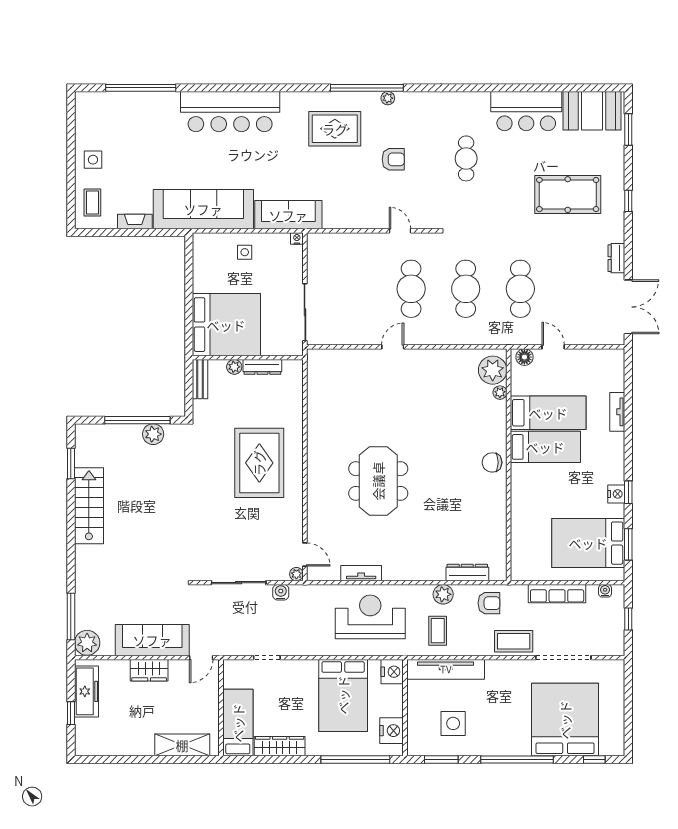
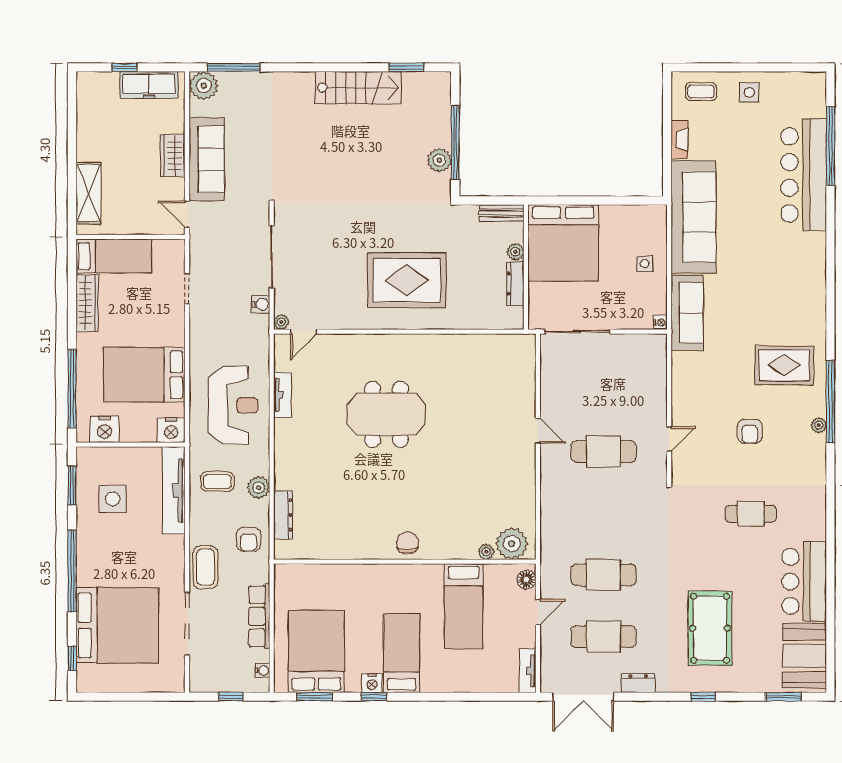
bar counter: (230, 112) -> (804, 175), moved
rug: (335, 129) -> (784, 365), turned 90
cafe table: (466, 289) -> (604, 636), moved
tv unit: (617, 412) -> (528, 671), moved, turned -90
bed: (545, 447) -> (402, 653), moved, turned 180

